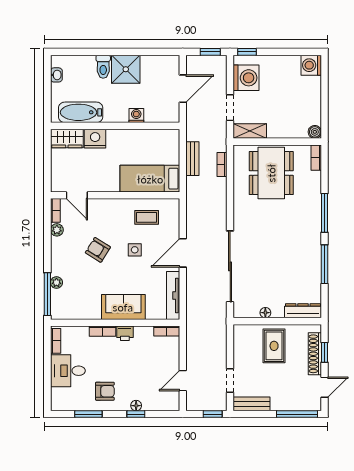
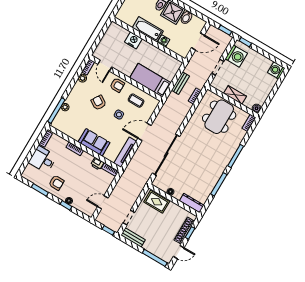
bidet: (148, 65) -> (187, 17), added
bathtub: (81, 112) -> (148, 29), moved
shelving: (250, 131) -> (235, 95), moved
wardrobe: (67, 138) -> (118, 31), removed
armchair: (109, 212) -> (117, 85), added
printer: (125, 333) -> (97, 164), moved
rug: (274, 346) -> (157, 202), moved, turned 90

